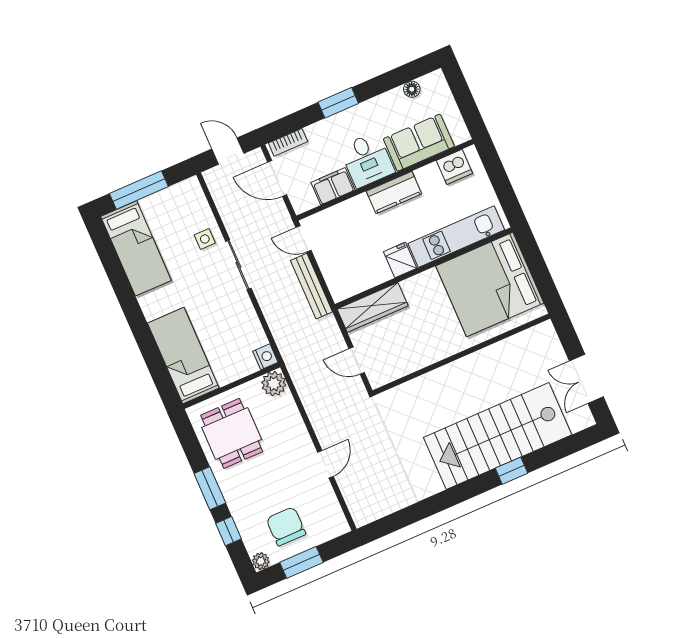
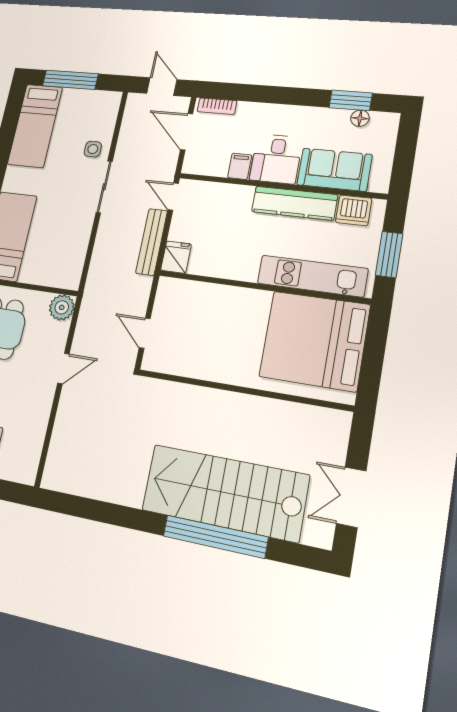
window: (338, 103) -> (351, 100), moved
filing cabinet: (333, 186) -> (240, 166), width x0.50
window: (502, 186) -> (389, 255), added
kitchen counter: (394, 192) -> (294, 203), width x1.50
fridge: (400, 260) -> (176, 257), moved
wardrobe: (373, 307) -> (191, 294), removed
nightstand: (265, 357) -> (71, 279), removed
door: (326, 464) -> (63, 368), moved
window: (512, 471) -> (215, 537), width x3.17

